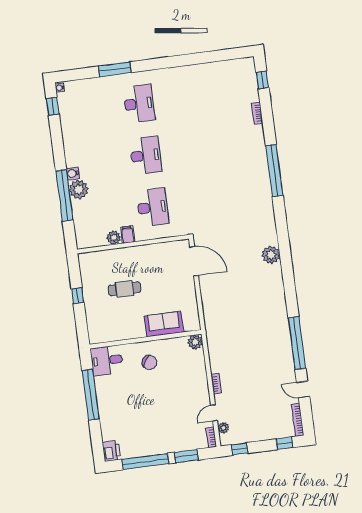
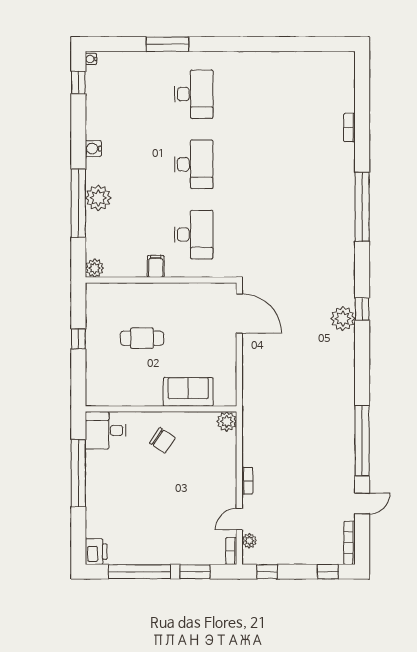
window: (262, 80) -> (362, 309), moved
water cooler: (73, 173) -> (93, 149), moved
plant: (114, 238) -> (95, 268), moved
door: (303, 390) -> (362, 503), swing flipped

